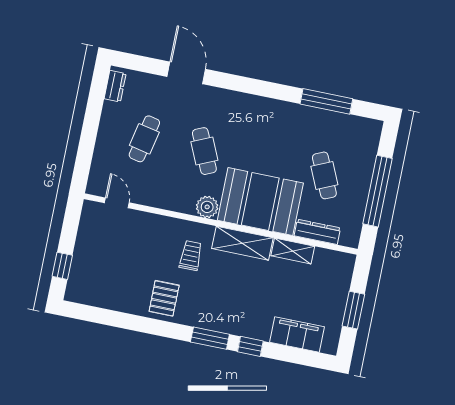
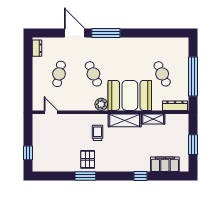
window: (326, 101) -> (106, 33), moved
dresser: (317, 232) -> (175, 106), moved
window: (210, 338) -> (85, 176), moved

